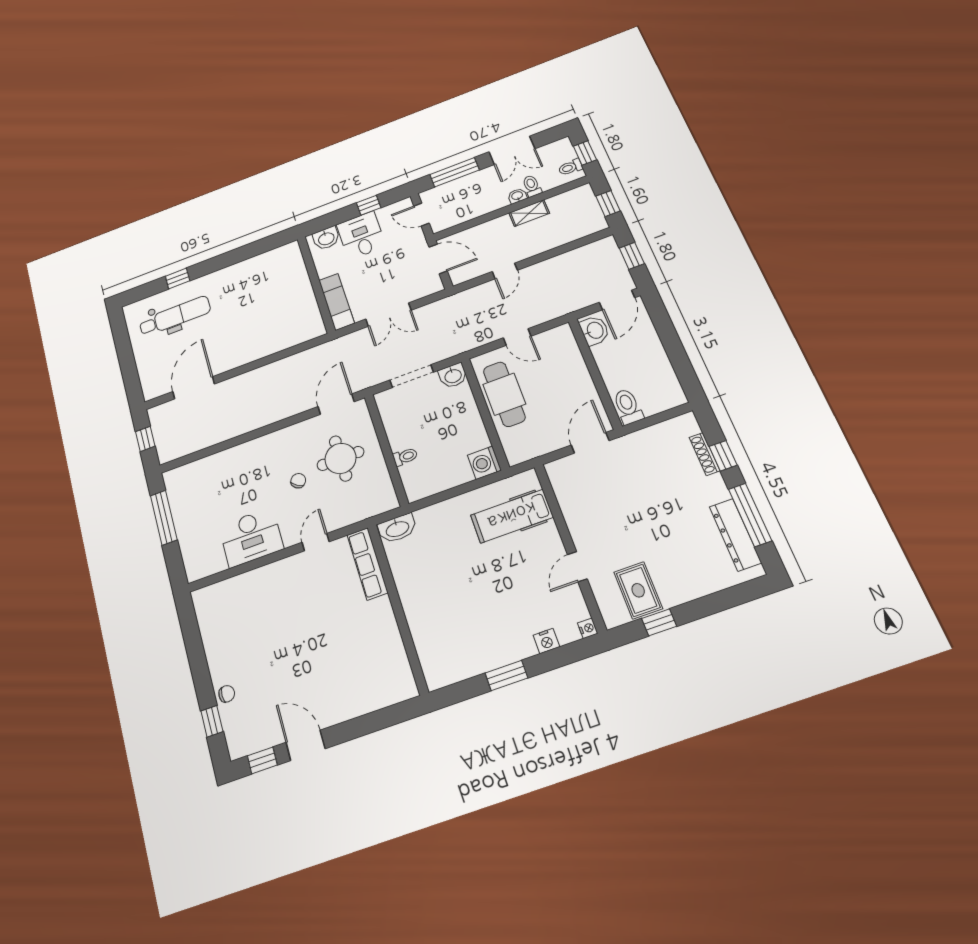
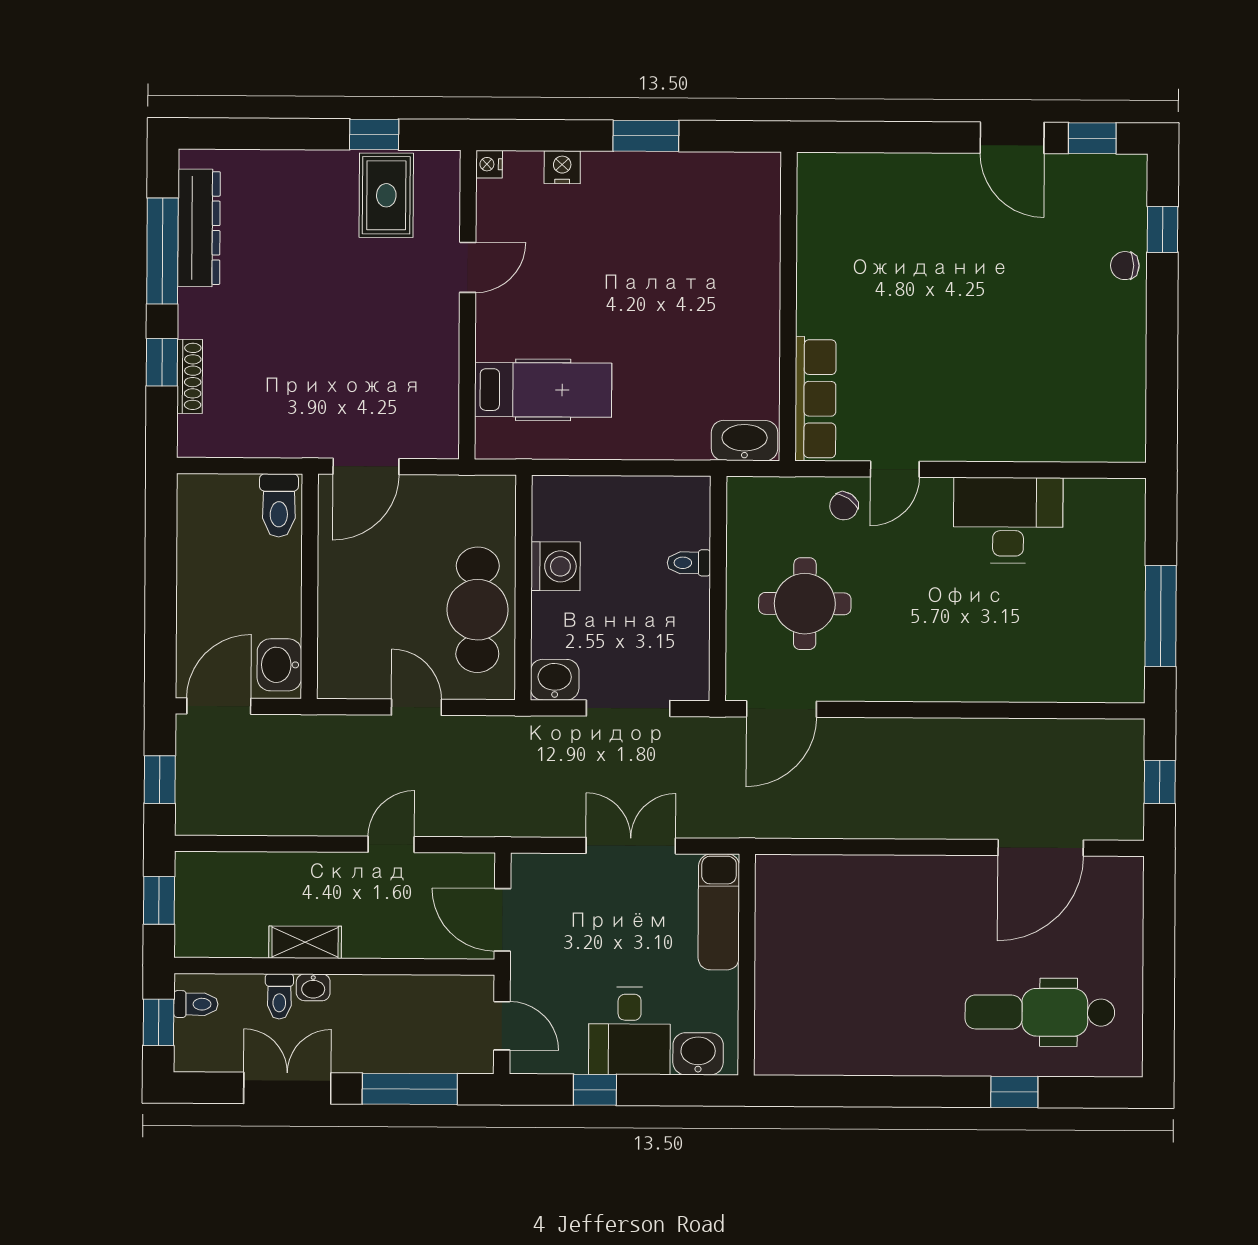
washing machine: (484, 463) -> (556, 566), moved
chair: (298, 481) -> (844, 506), moved

